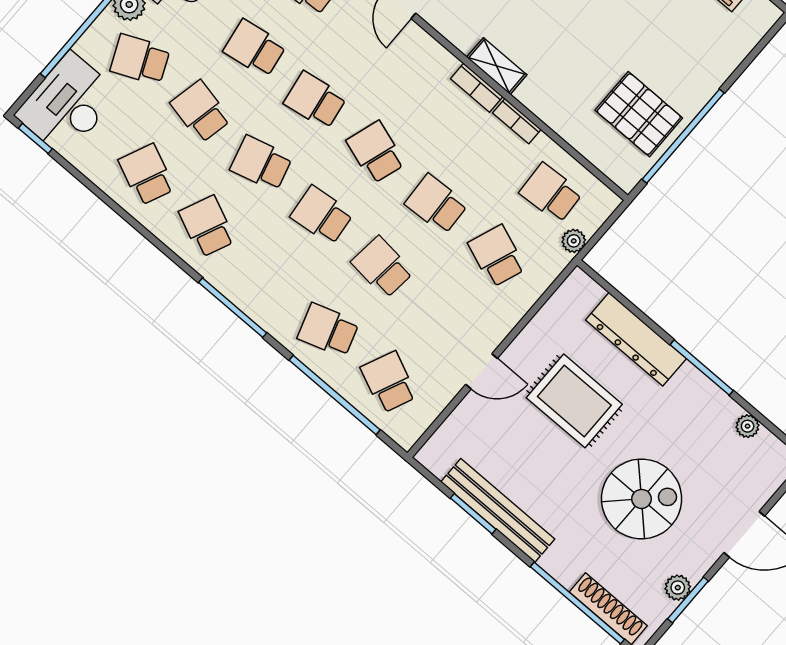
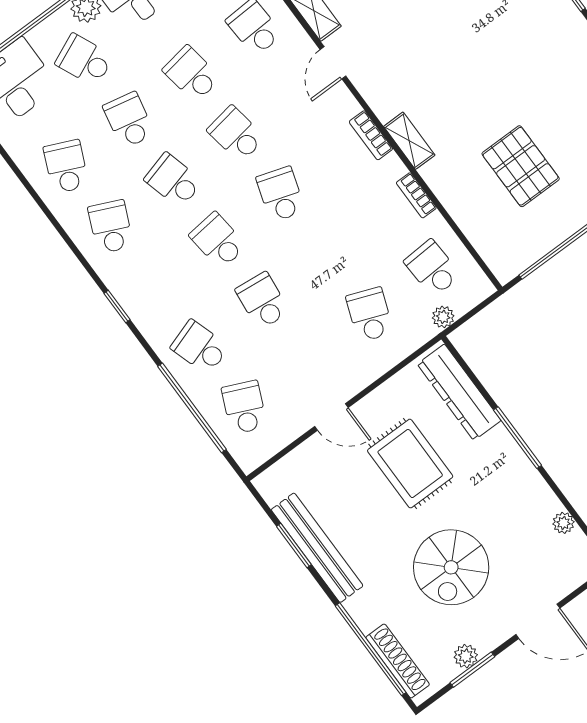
bookcase: (477, 88) -> (371, 135), moved
pallet: (639, 114) -> (521, 166), moved
school desk: (436, 204) -> (325, 254), removed
window: (233, 308) -> (117, 306), width x0.46
dresser: (636, 339) -> (459, 392), moved
window: (702, 368) -> (518, 438), moved
spiral stairs: (642, 499) -> (451, 567), turned 90

